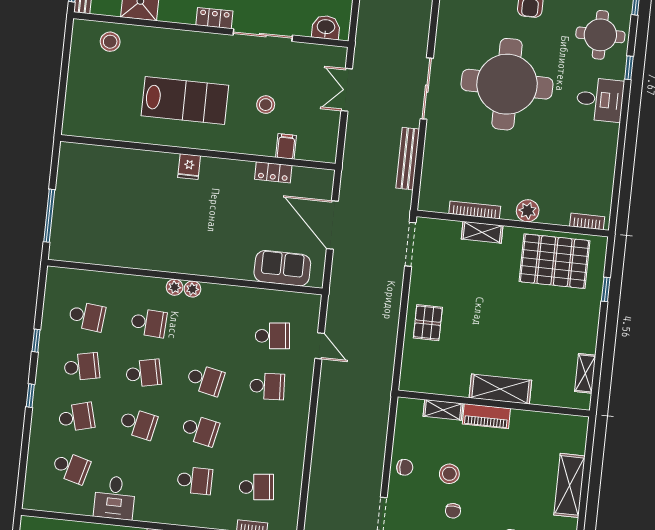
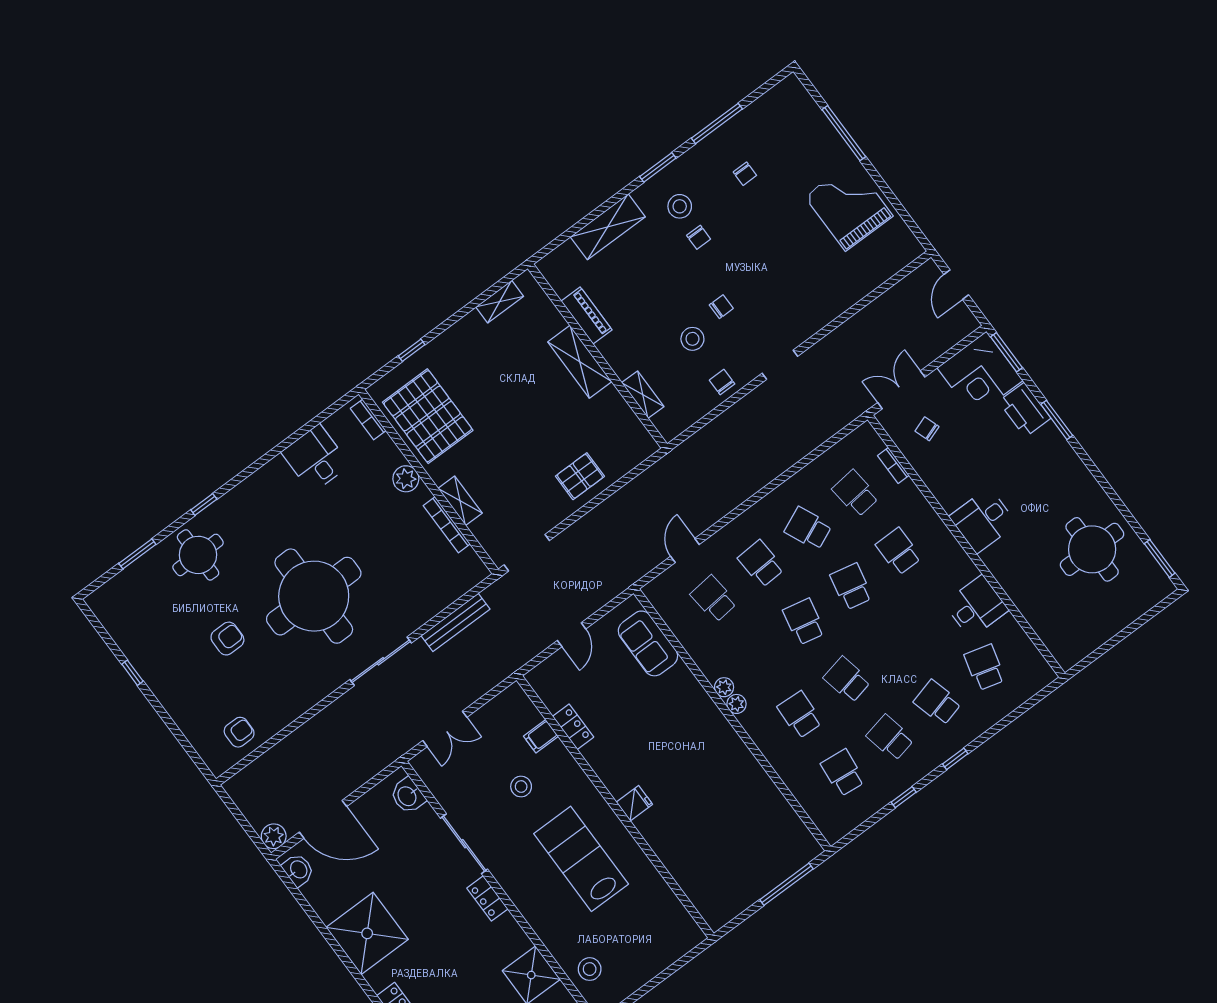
desk: (600, 100) -> (316, 459), moved
door: (332, 225) -> (572, 635), width x0.53
plant: (175, 287) -> (724, 687), moved
piano: (486, 416) -> (587, 316), moved
school desk: (138, 424) -> (808, 529), moved, turned -36

